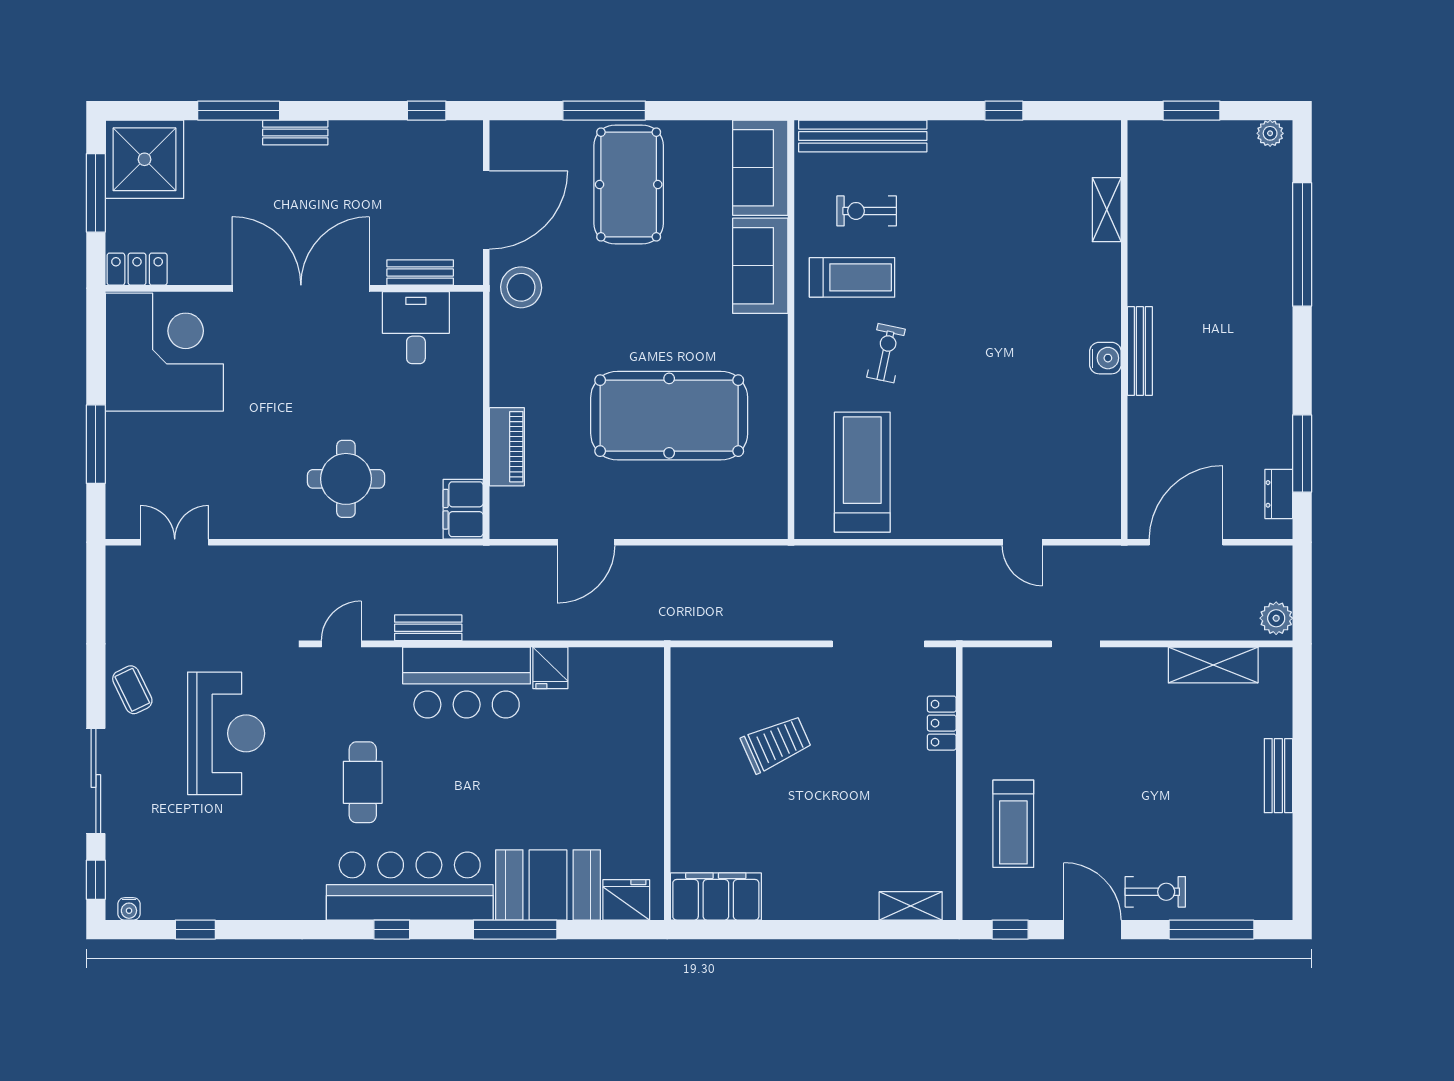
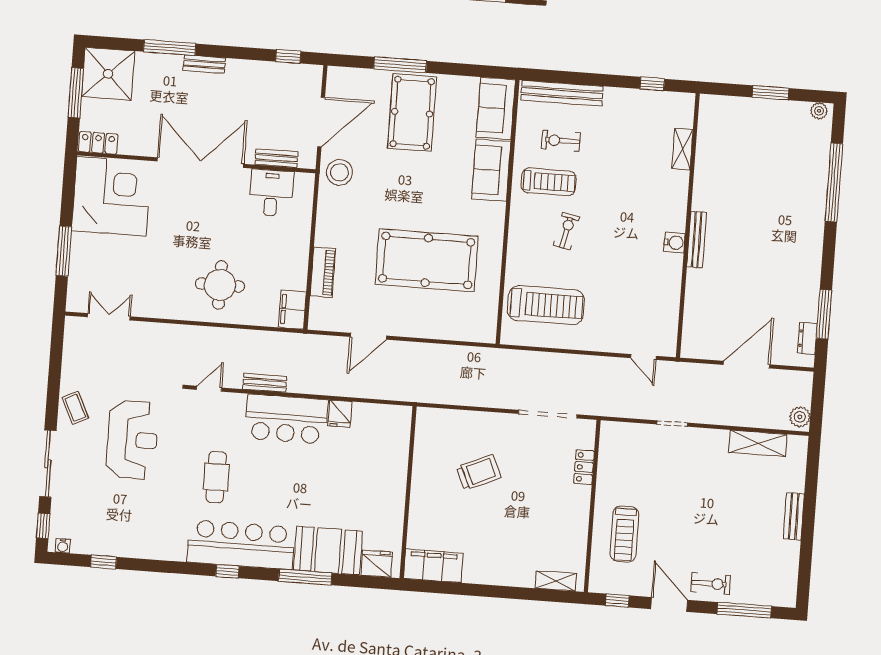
shelving: (1107, 210) -> (682, 149), moved
wall: (1124, 330) -> (688, 225), moved
bench: (1140, 351) -> (697, 240), moved
water cooler: (1105, 358) -> (674, 242), moved
treadmill: (862, 472) -> (546, 305), turned 90

